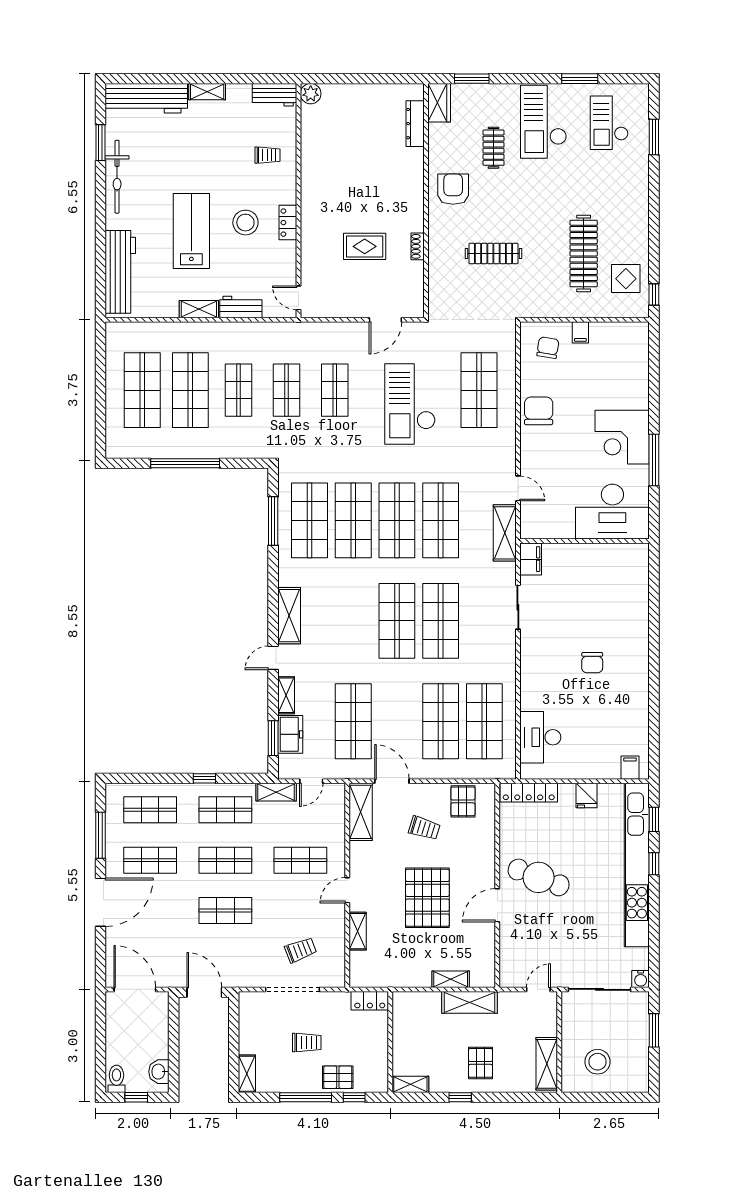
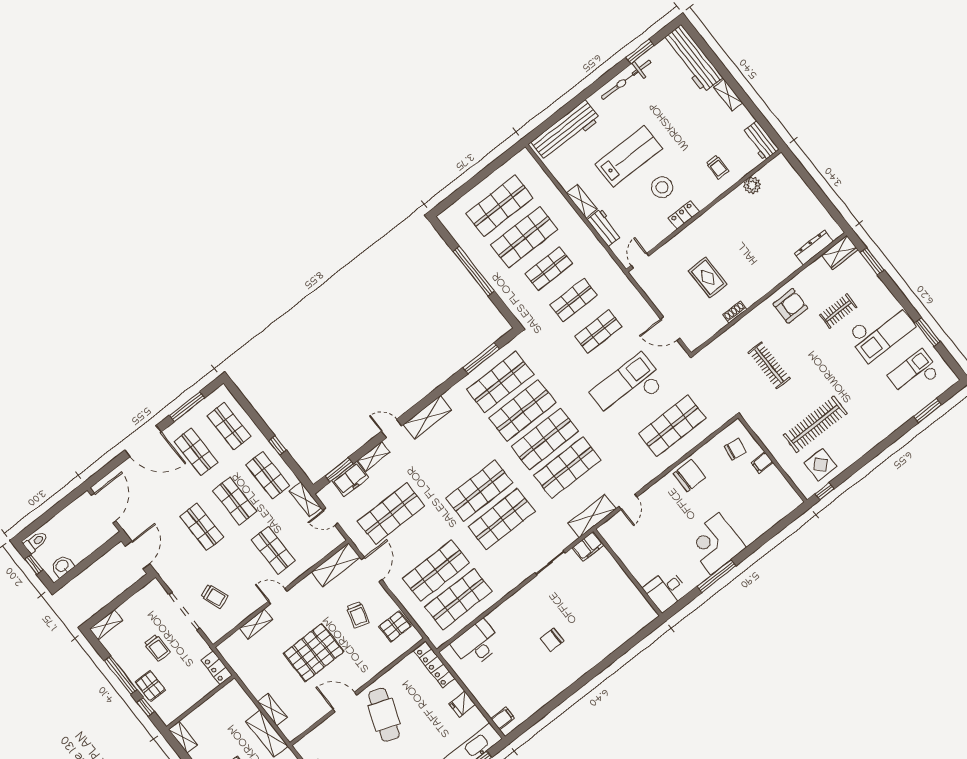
plant: (311, 94) -> (752, 185), moved
checkout: (543, 122) -> (881, 330), turned 180
desk: (612, 512) -> (666, 590), width x0.53, depth x0.77

